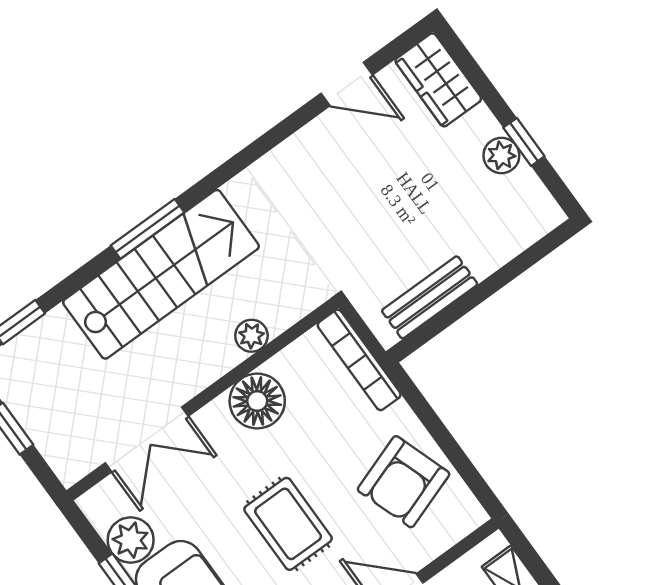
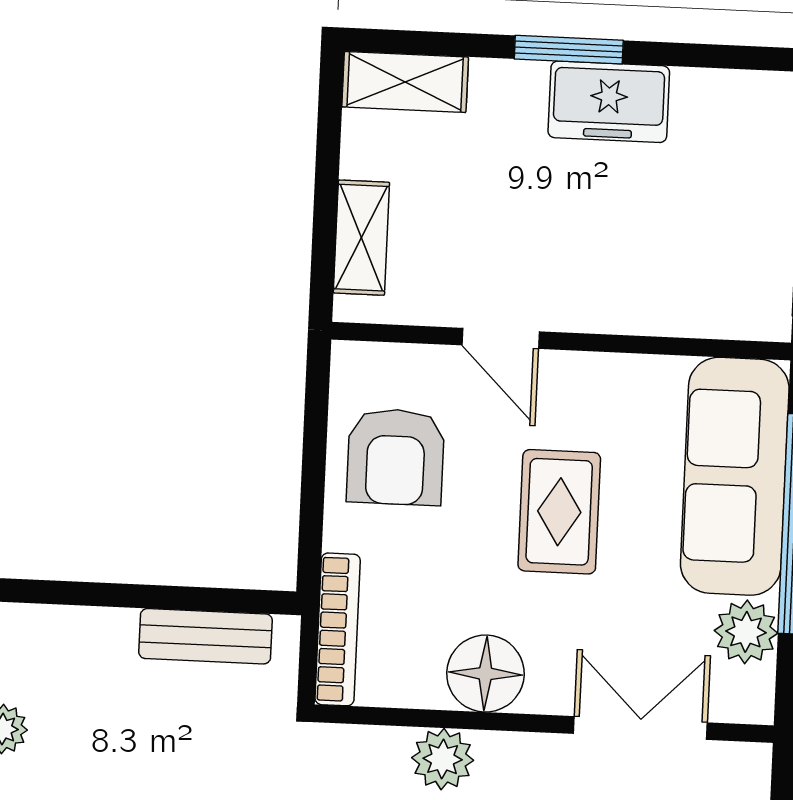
plant: (251, 336) -> (443, 759), width x1.38, depth x1.38
armchair: (404, 482) -> (396, 457), turned 109

